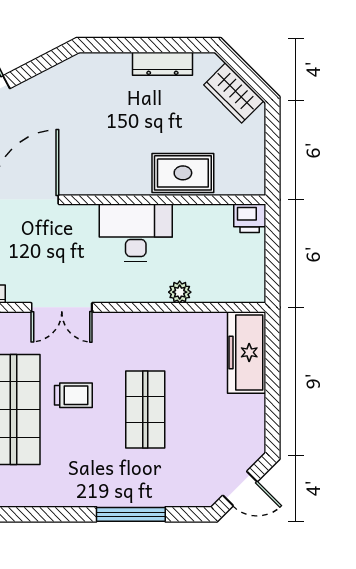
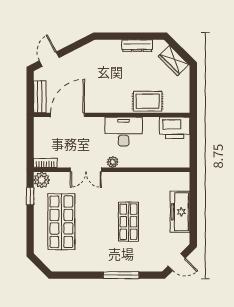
printer: (250, 218) -> (175, 128), width x1.87, depth x1.48
plant: (180, 292) -> (113, 162), moved
freezer: (247, 352) -> (180, 212), moved
trolley: (73, 395) -> (92, 214), removed

